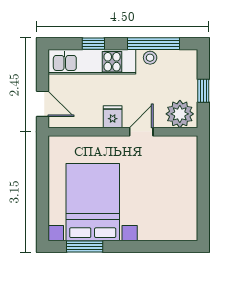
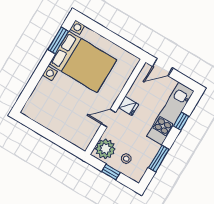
window: (154, 44) -> (159, 159), width x0.69
stool: (150, 58) -> (126, 159), moved
door: (141, 132) -> (109, 118), swing flipped

